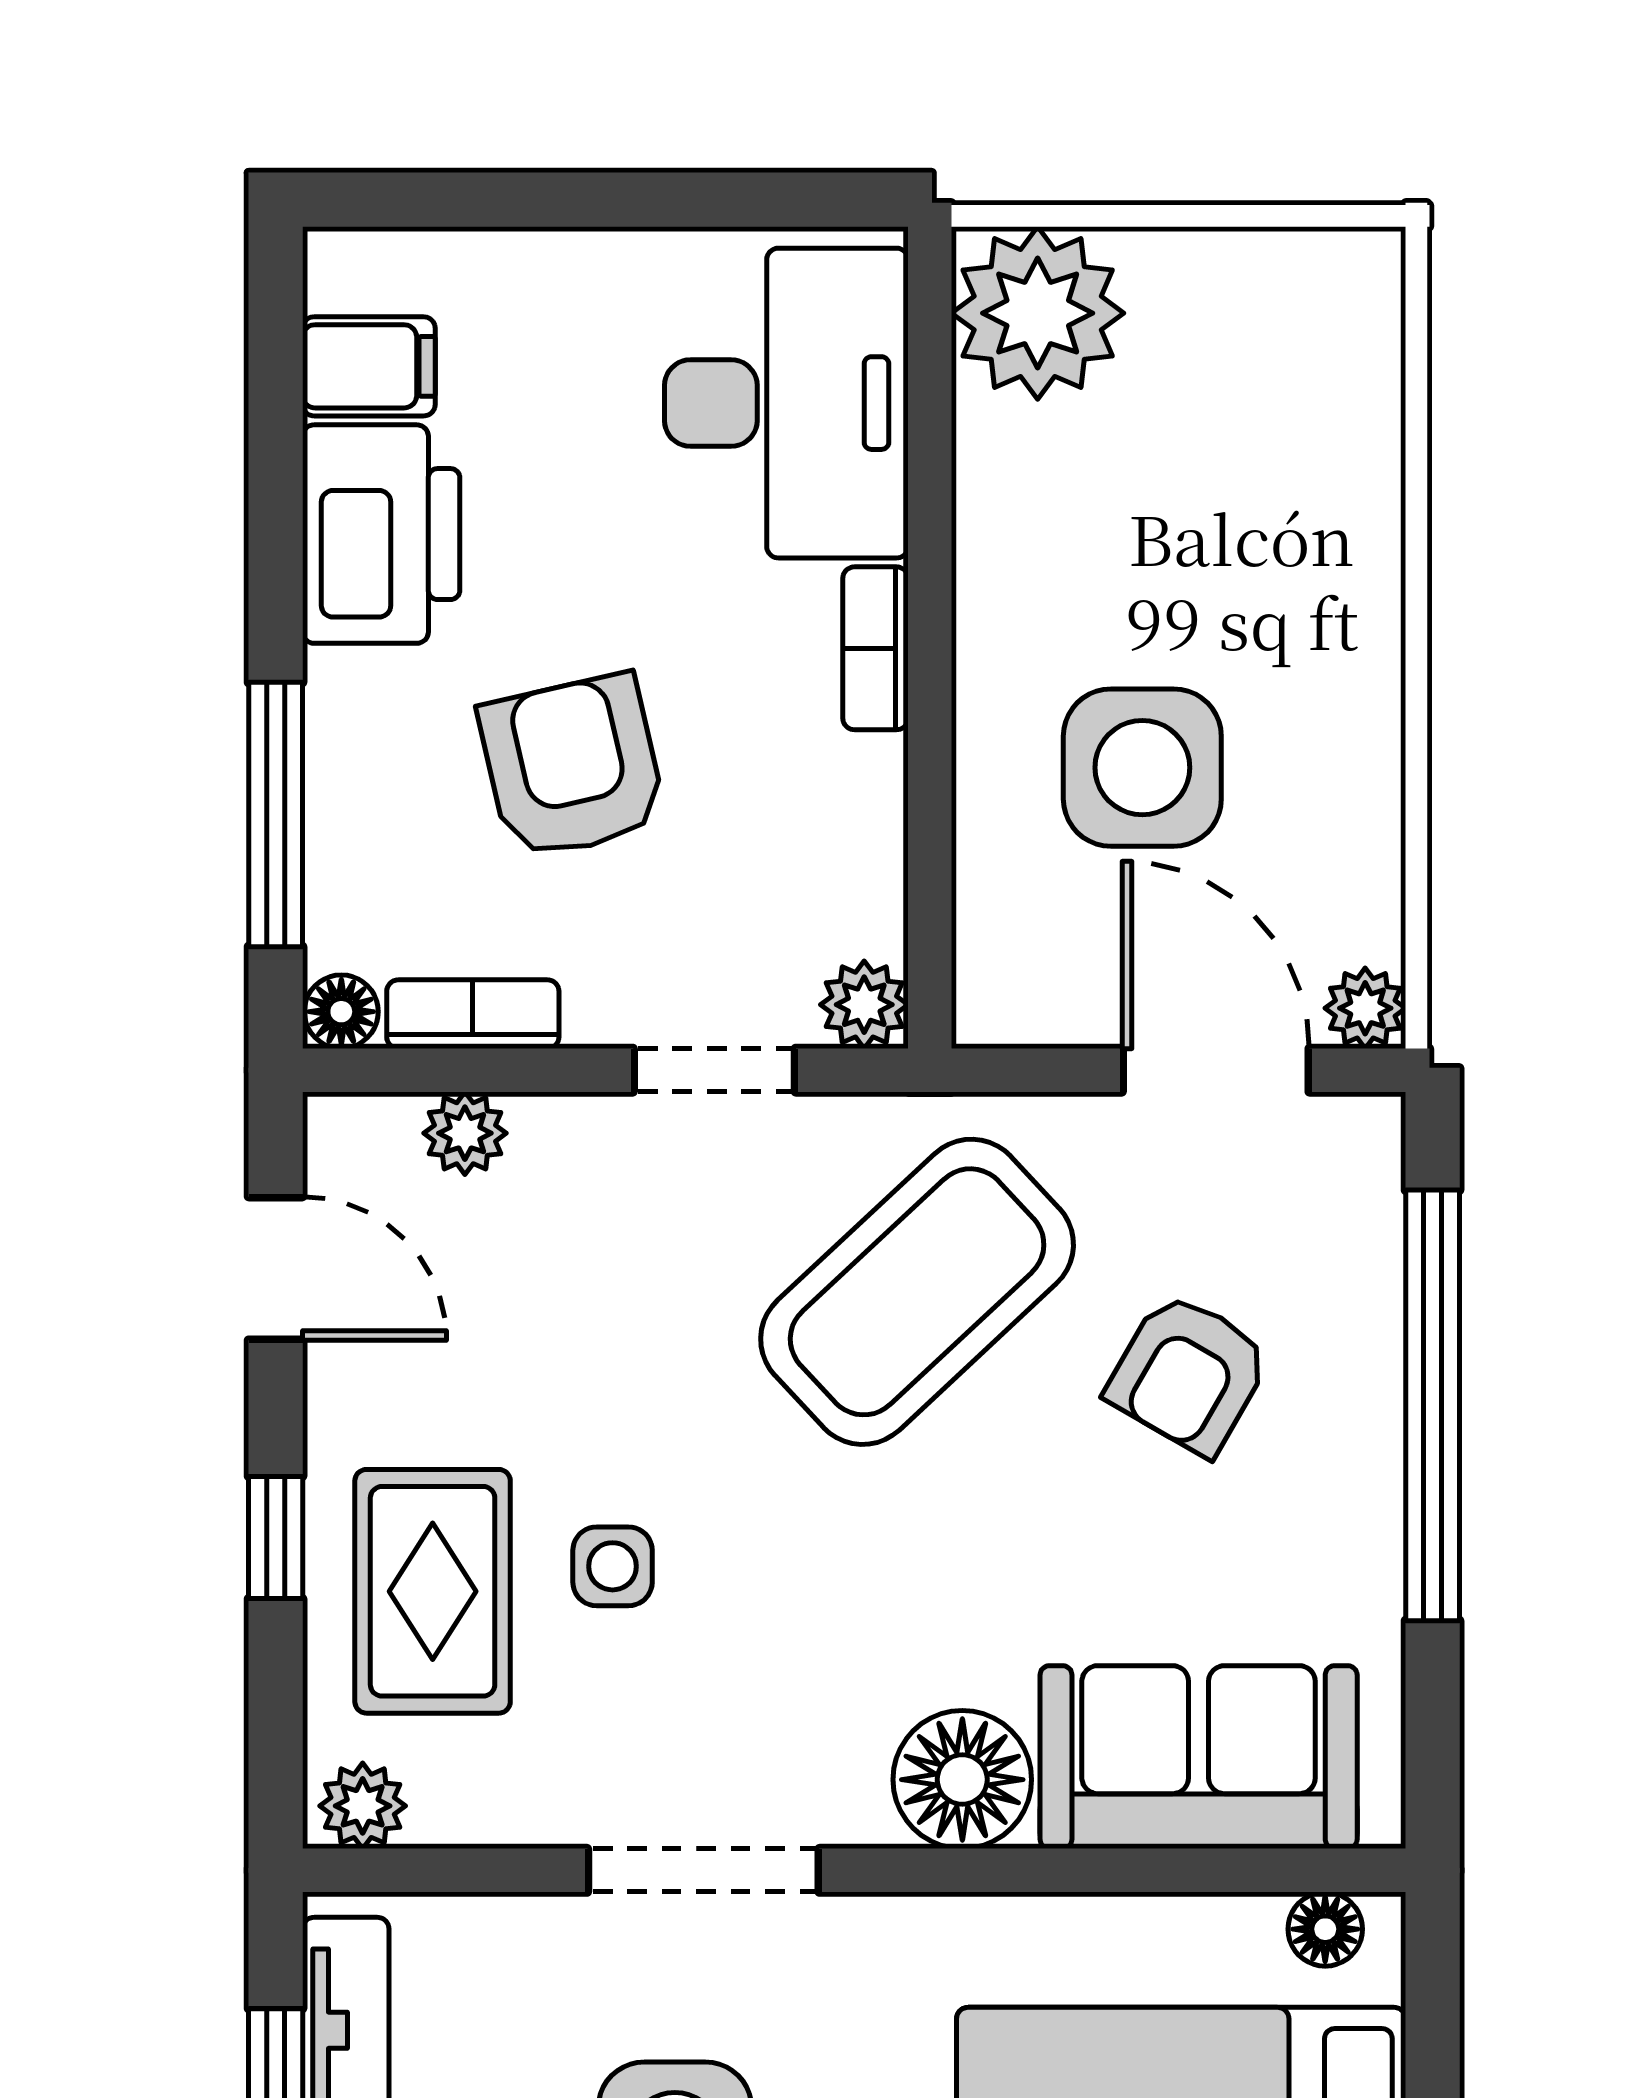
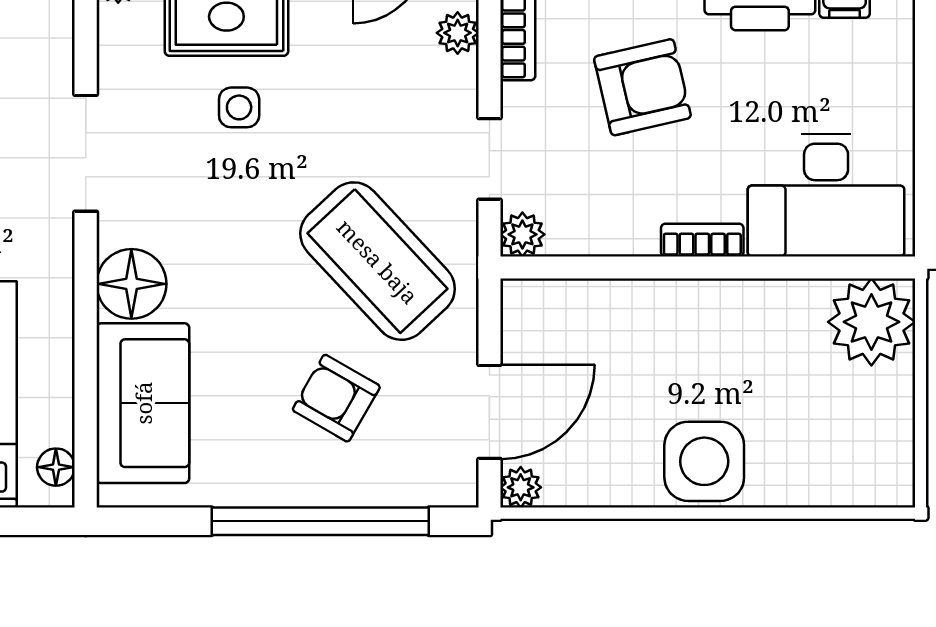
side table: (1142, 768) -> (704, 461), moved

